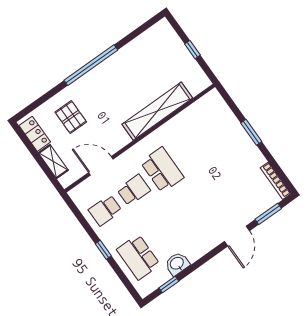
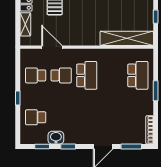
shelving: (157, 111) -> (127, 38), moved
school desk: (219, 129) -> (138, 75), added
school desk: (138, 257) -> (36, 117), width x0.54
window: (198, 264) -> (68, 147), added

